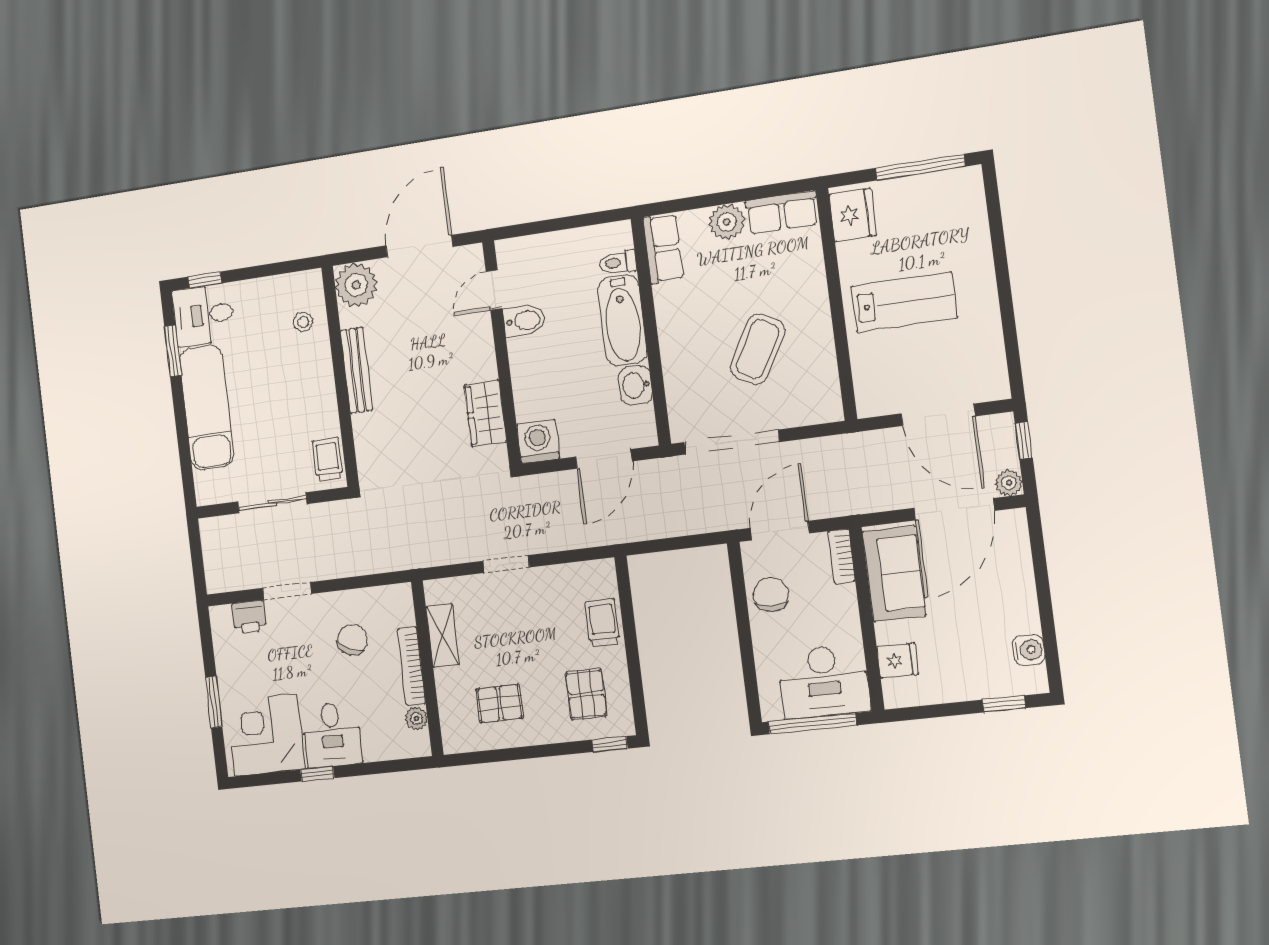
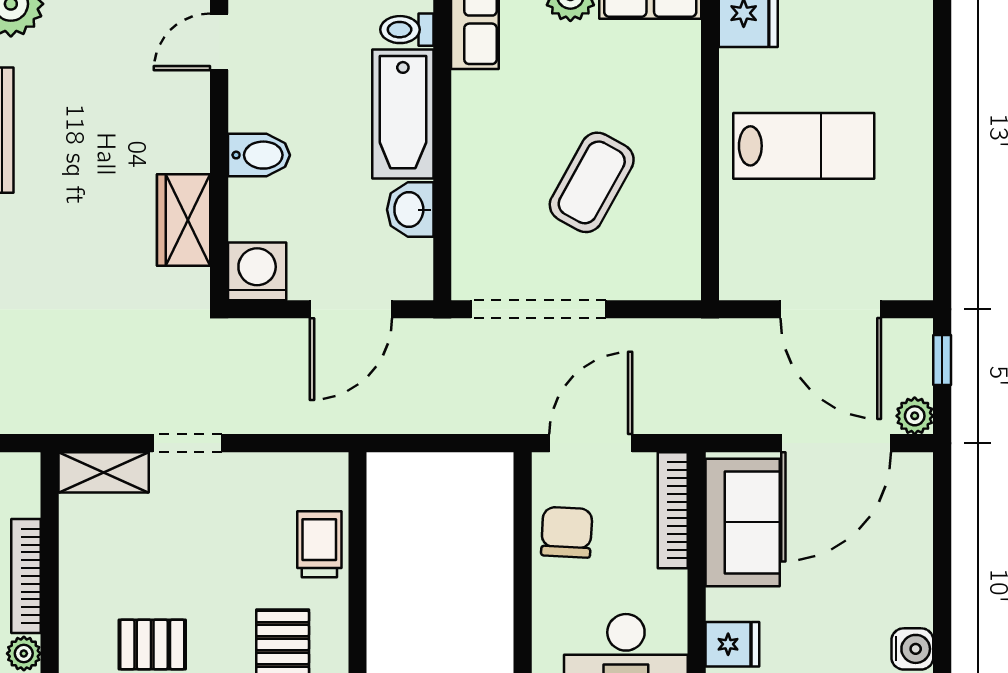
bidet: (524, 320) -> (259, 155), moved
bookcase: (841, 556) -> (673, 510), width x1.56
shelving: (443, 636) -> (104, 472), moved, turned 90

